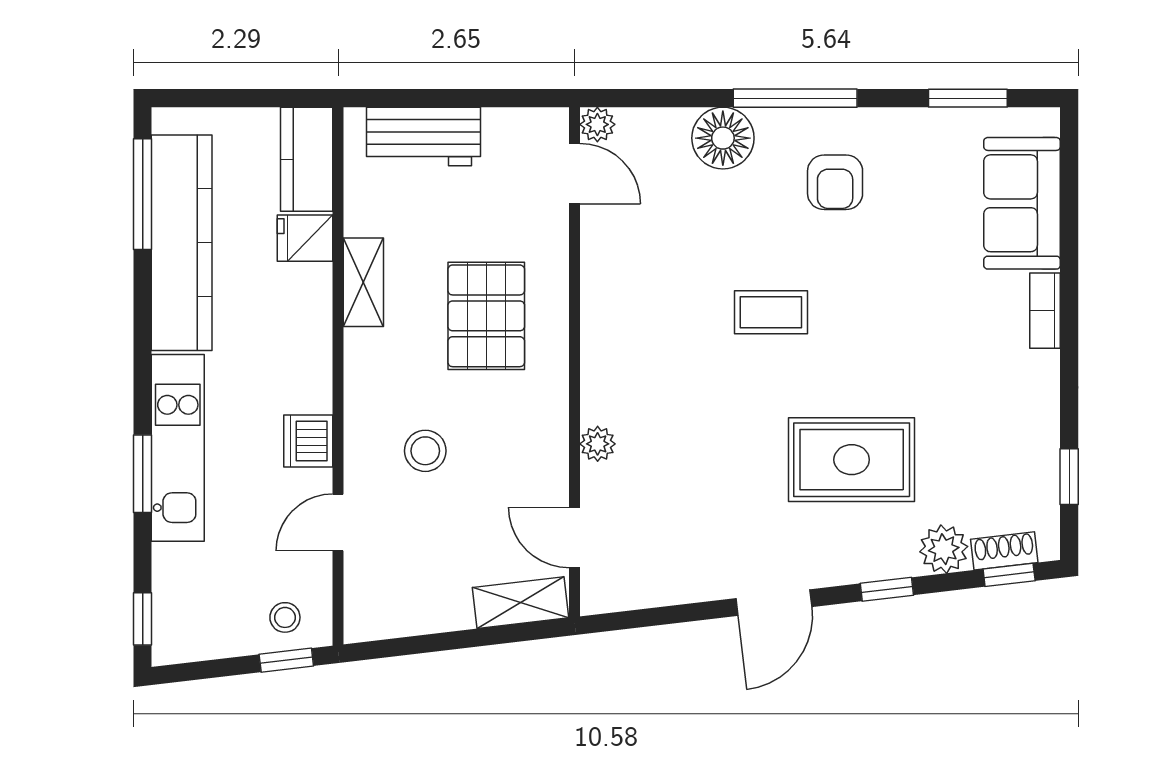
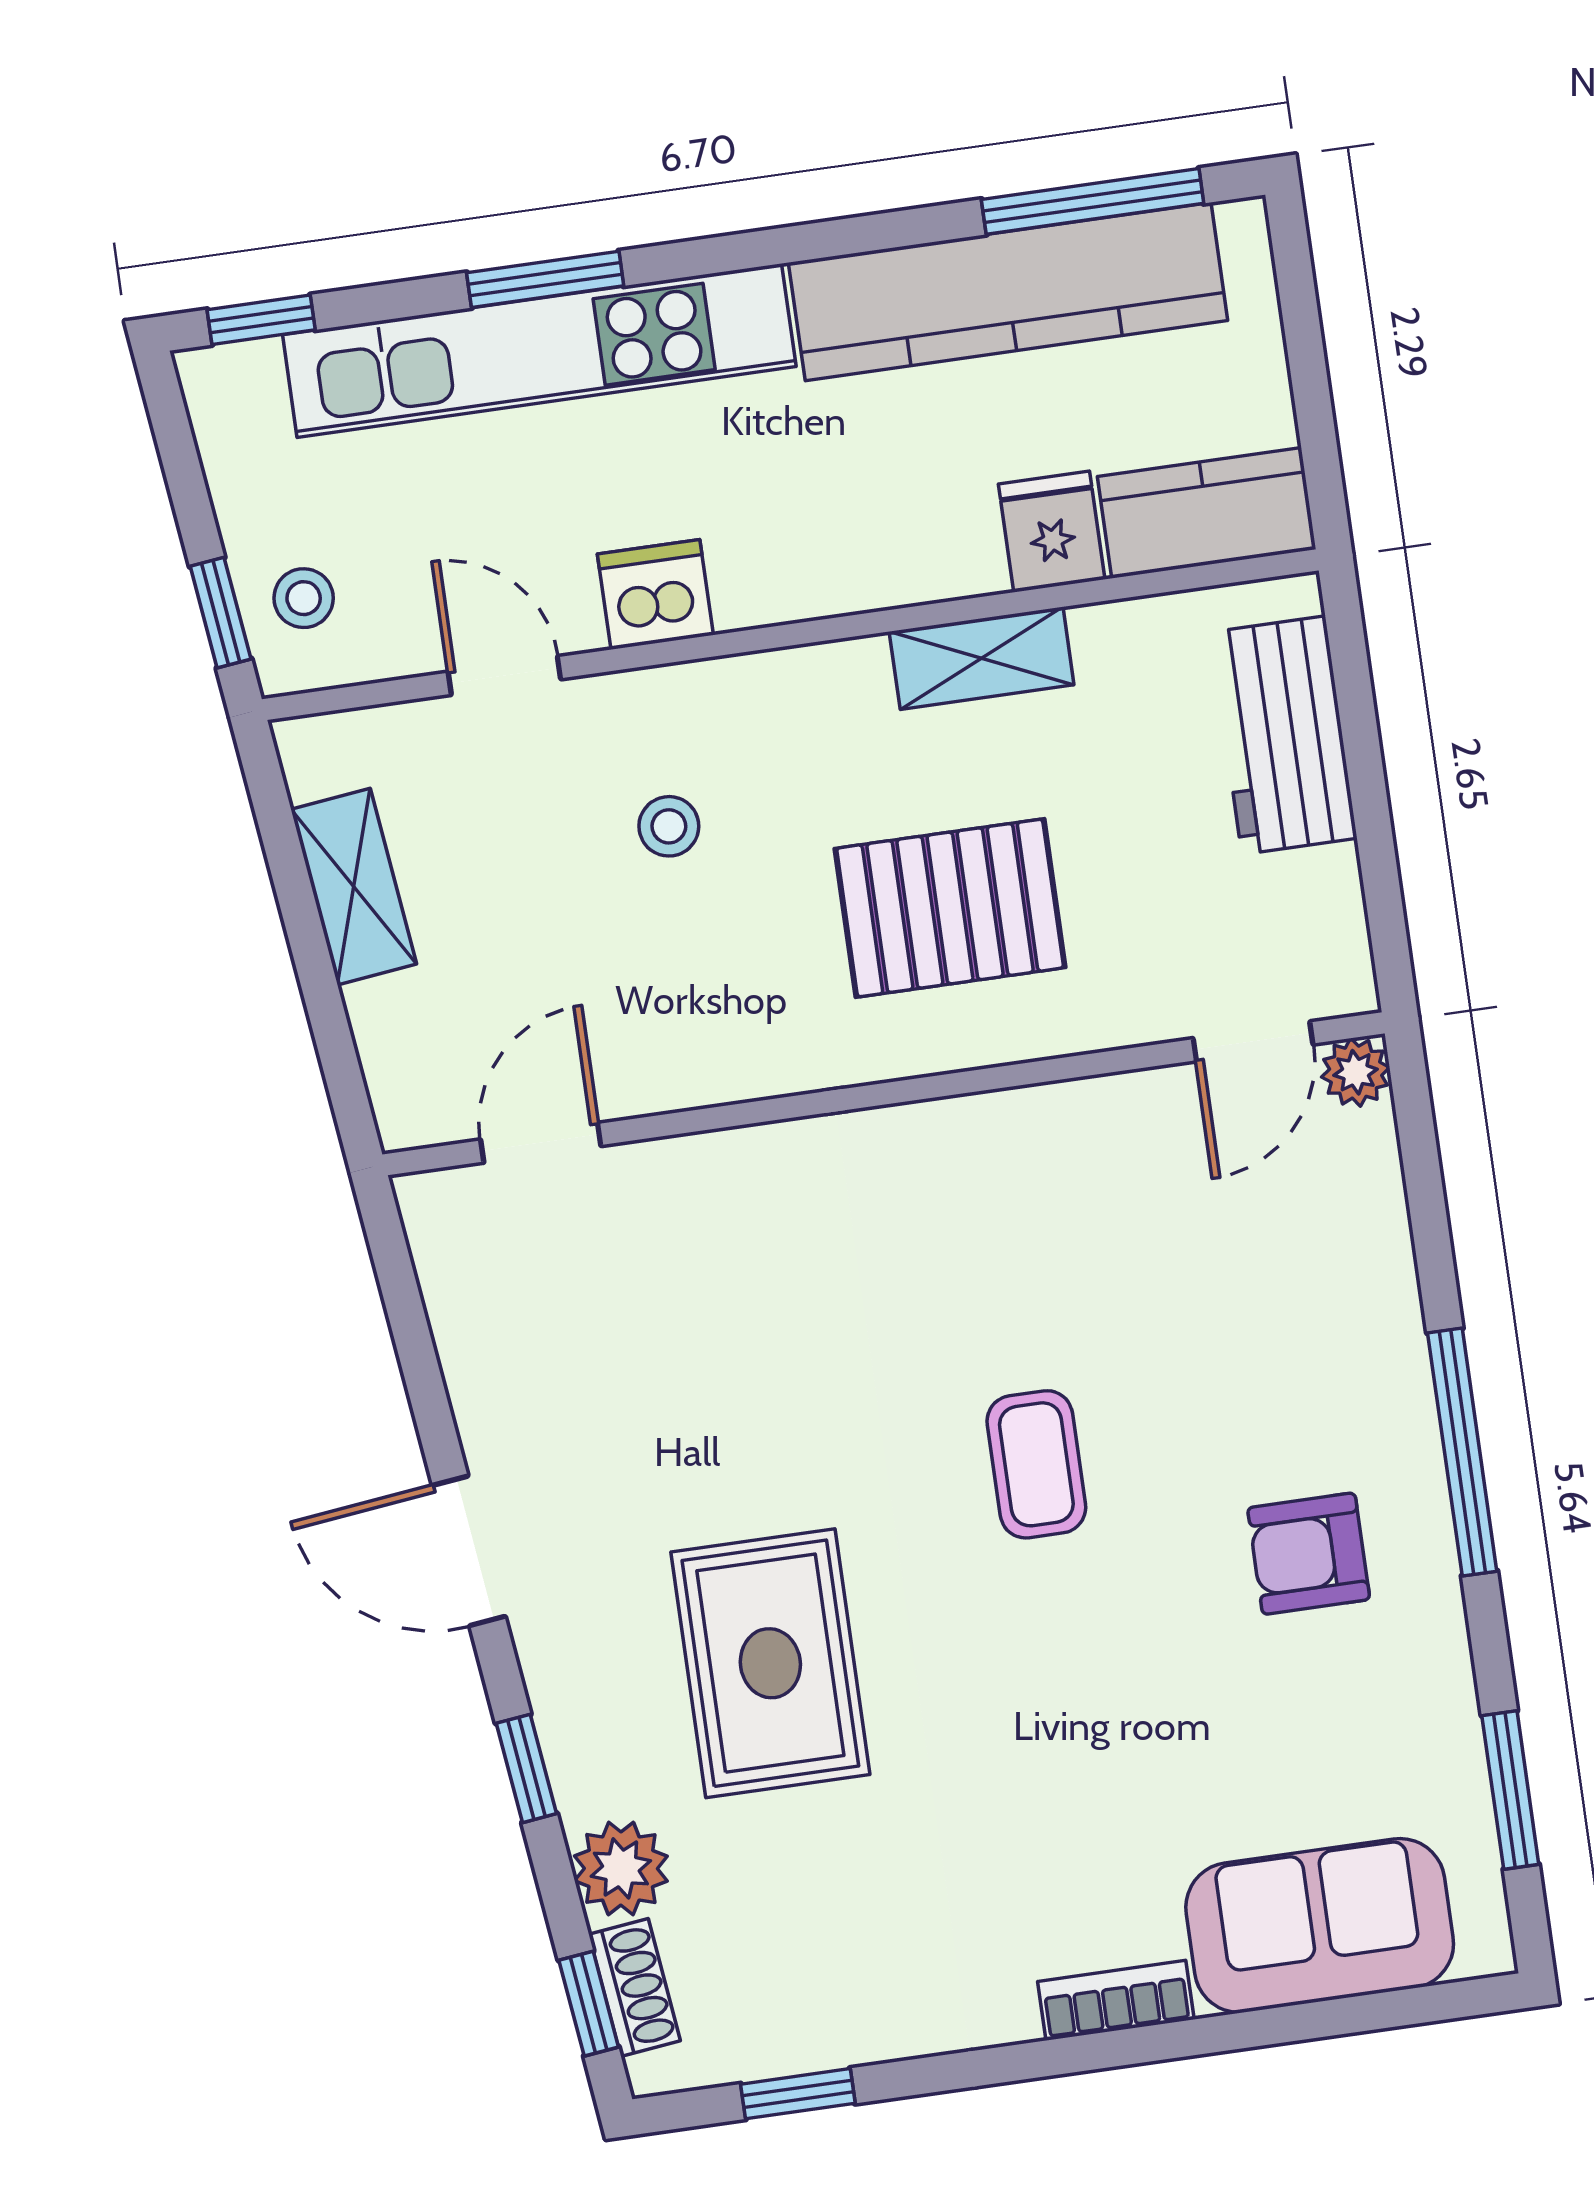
floor lamp: (723, 138) -> (1364, 1322), removed
plant: (598, 444) -> (731, 1162), removed
kitchen unit: (178, 448) -> (539, 351), width x1.36
stool: (425, 451) -> (669, 826), width x0.73, depth x0.73
shelving: (520, 603) -> (354, 887), moved

